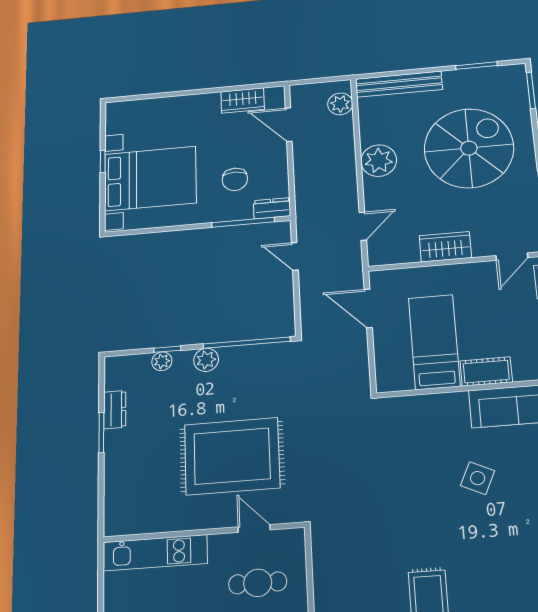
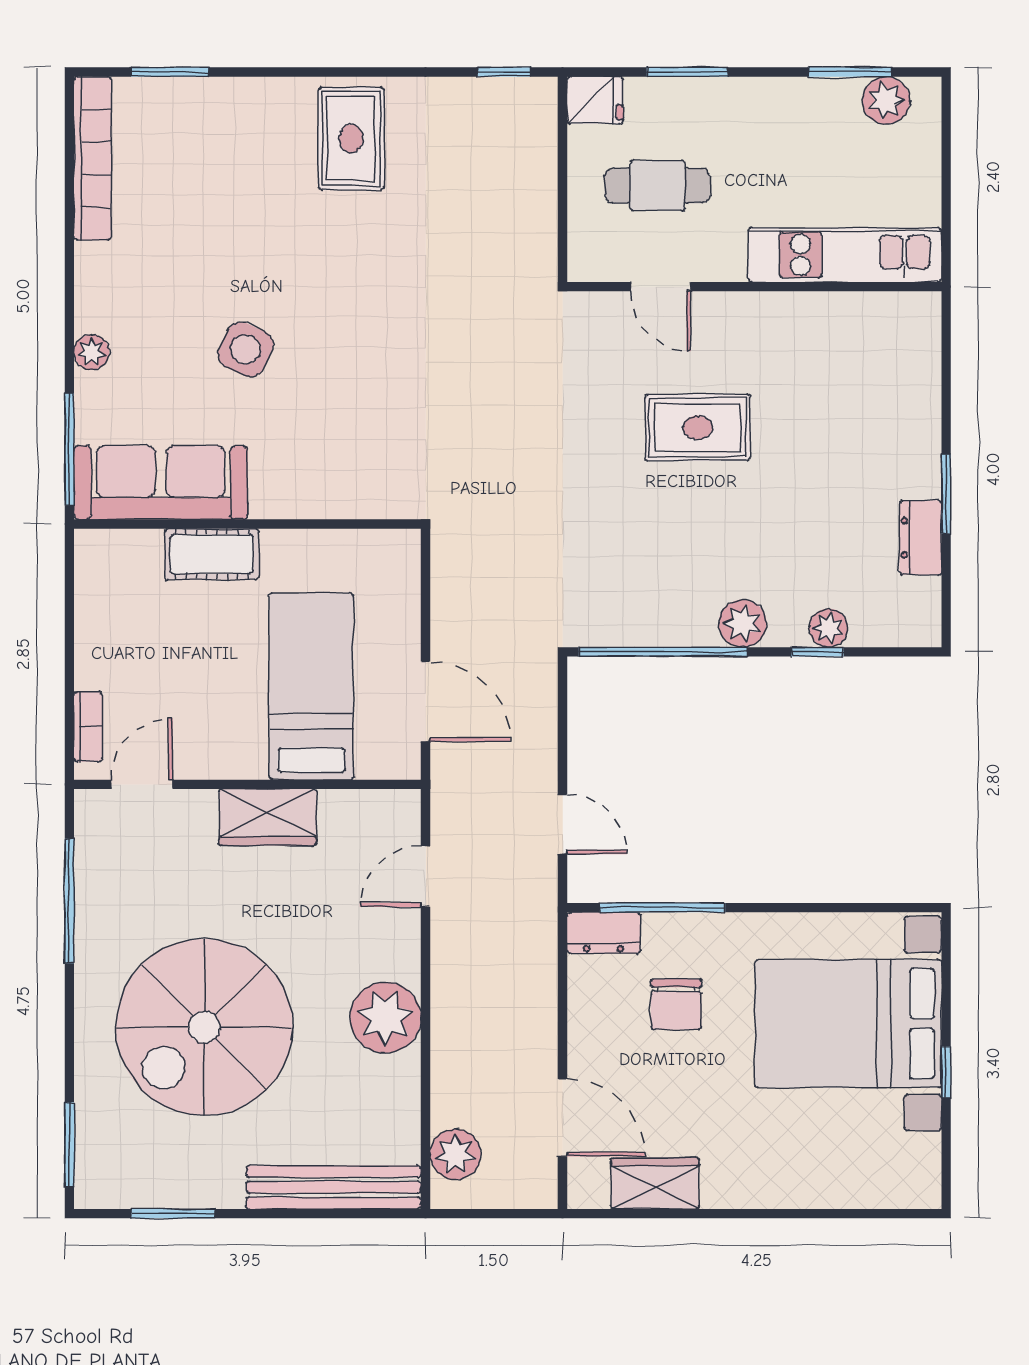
chair: (235, 179) -> (676, 1004), turned 180
bed: (434, 342) -> (311, 686), moved, turned 180
rug: (232, 456) -> (698, 427), width x0.54, depth x0.49

